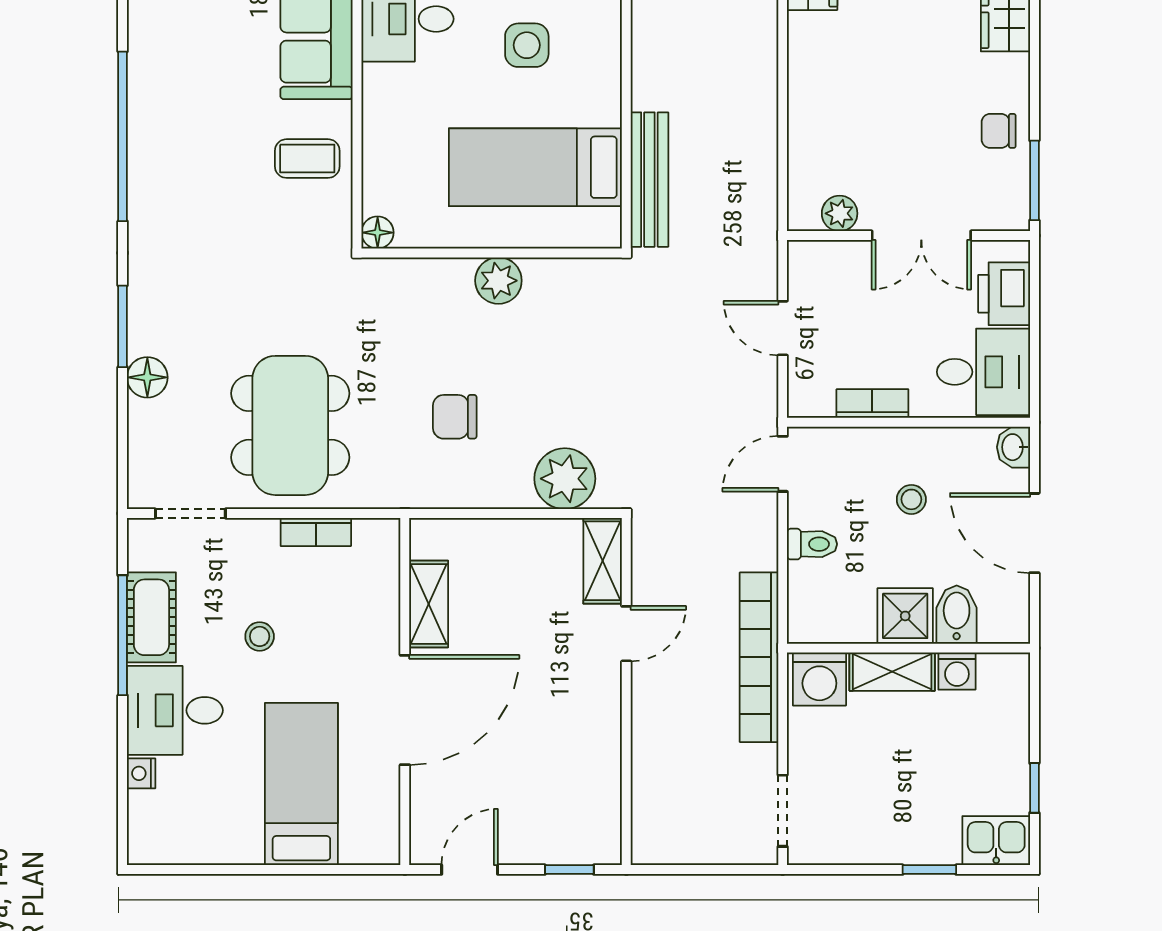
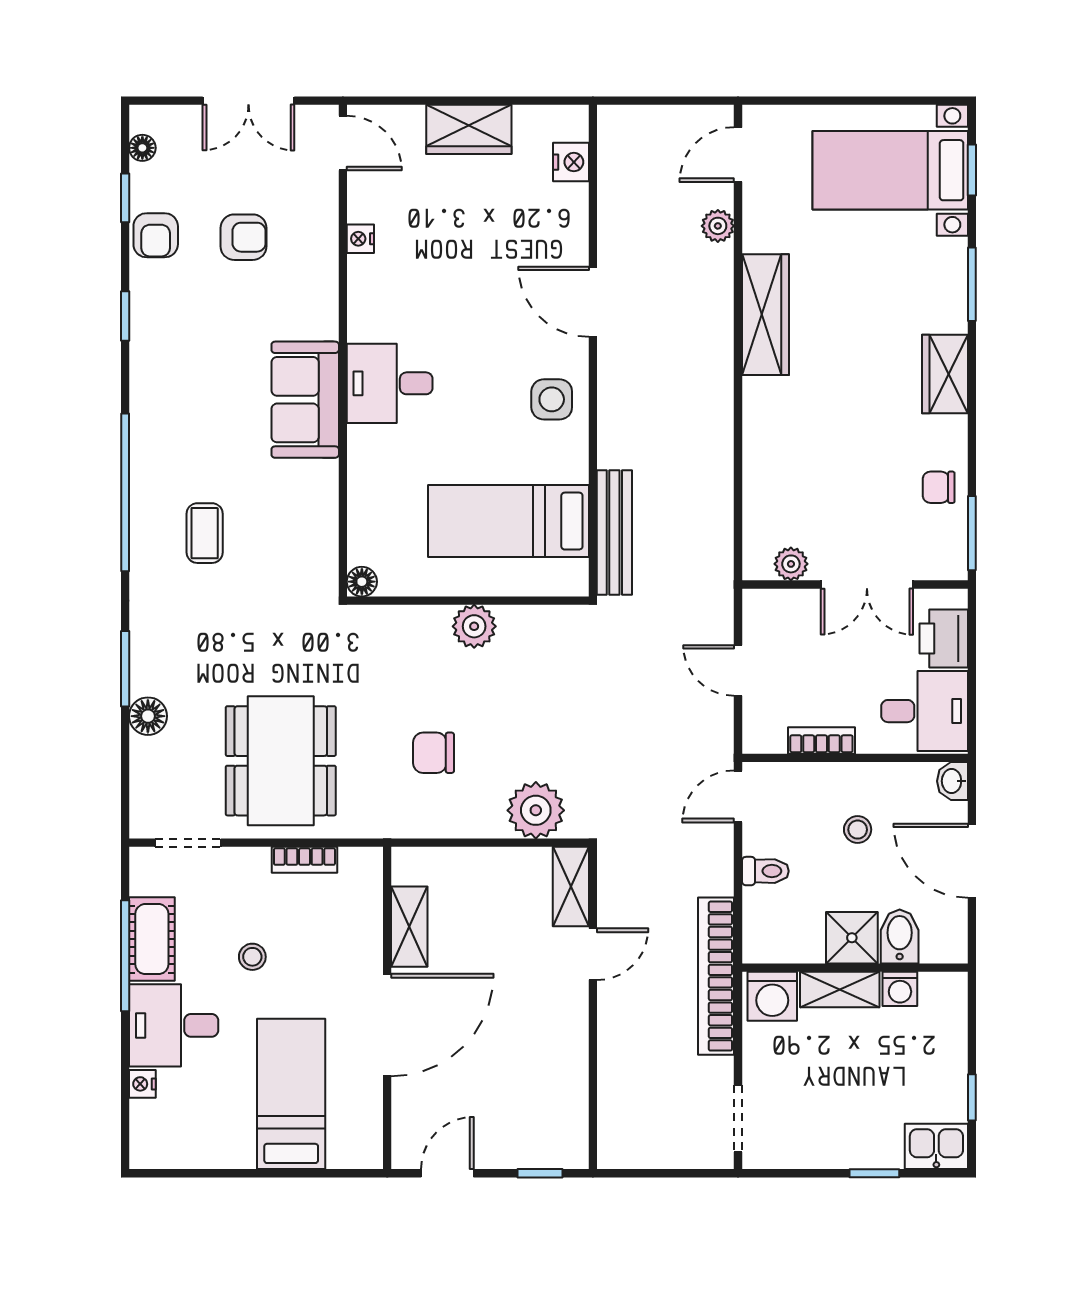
side table: (527, 45) -> (552, 399), moved
coffee table: (307, 159) -> (205, 533), moved, turned 90

